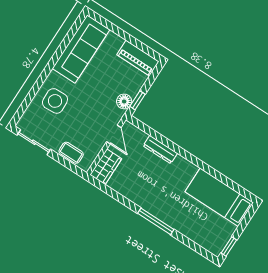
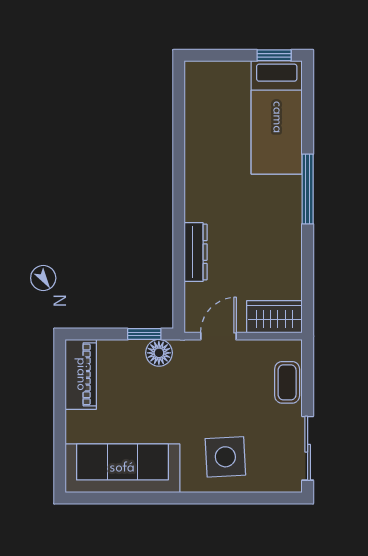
bed: (219, 197) -> (277, 117), moved

